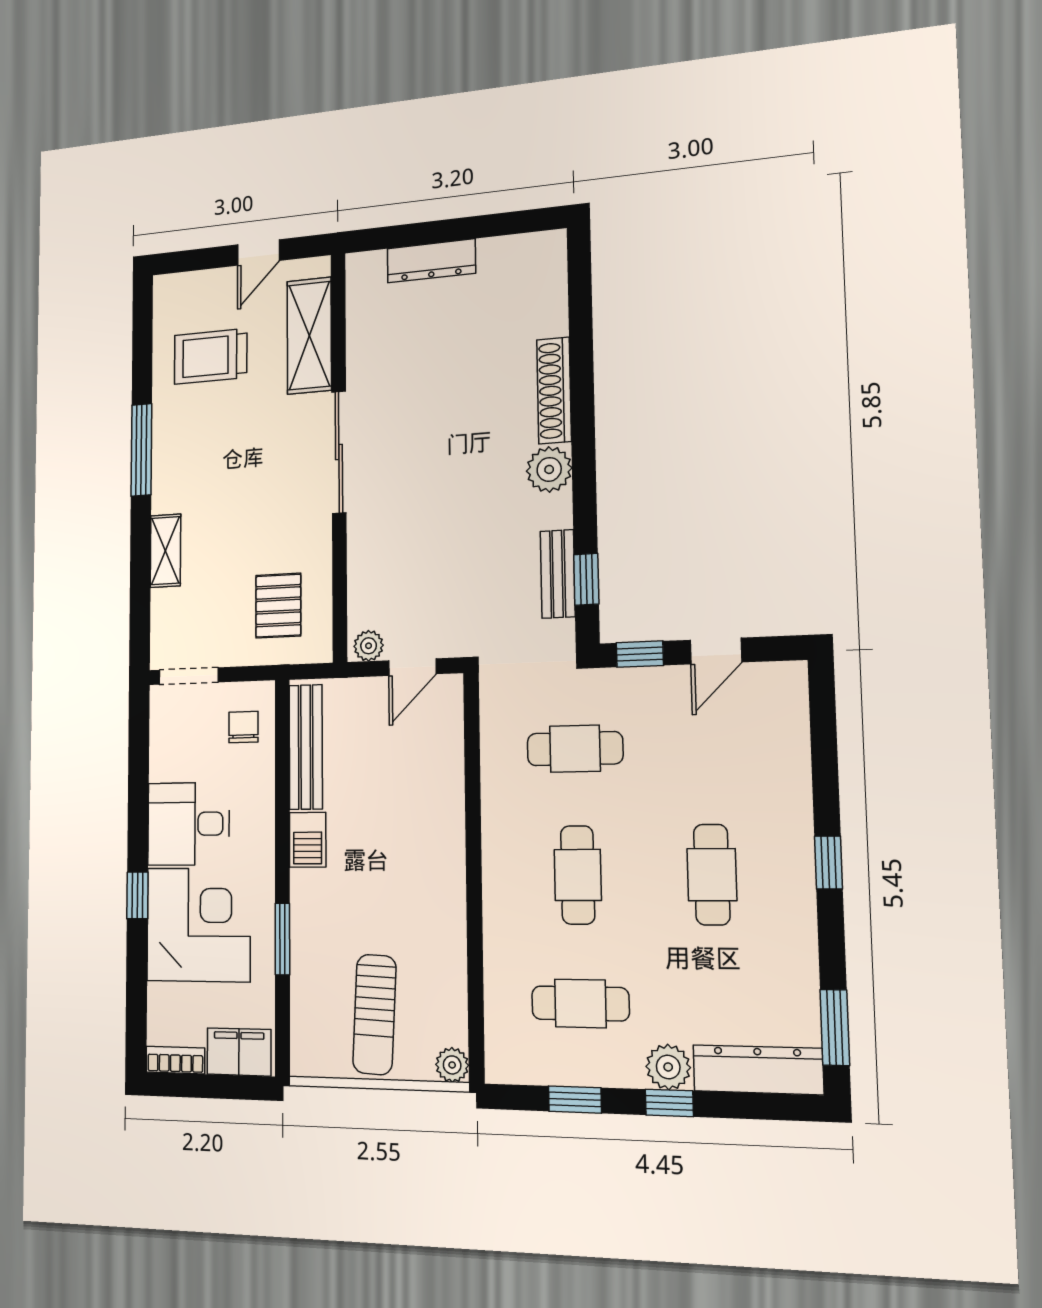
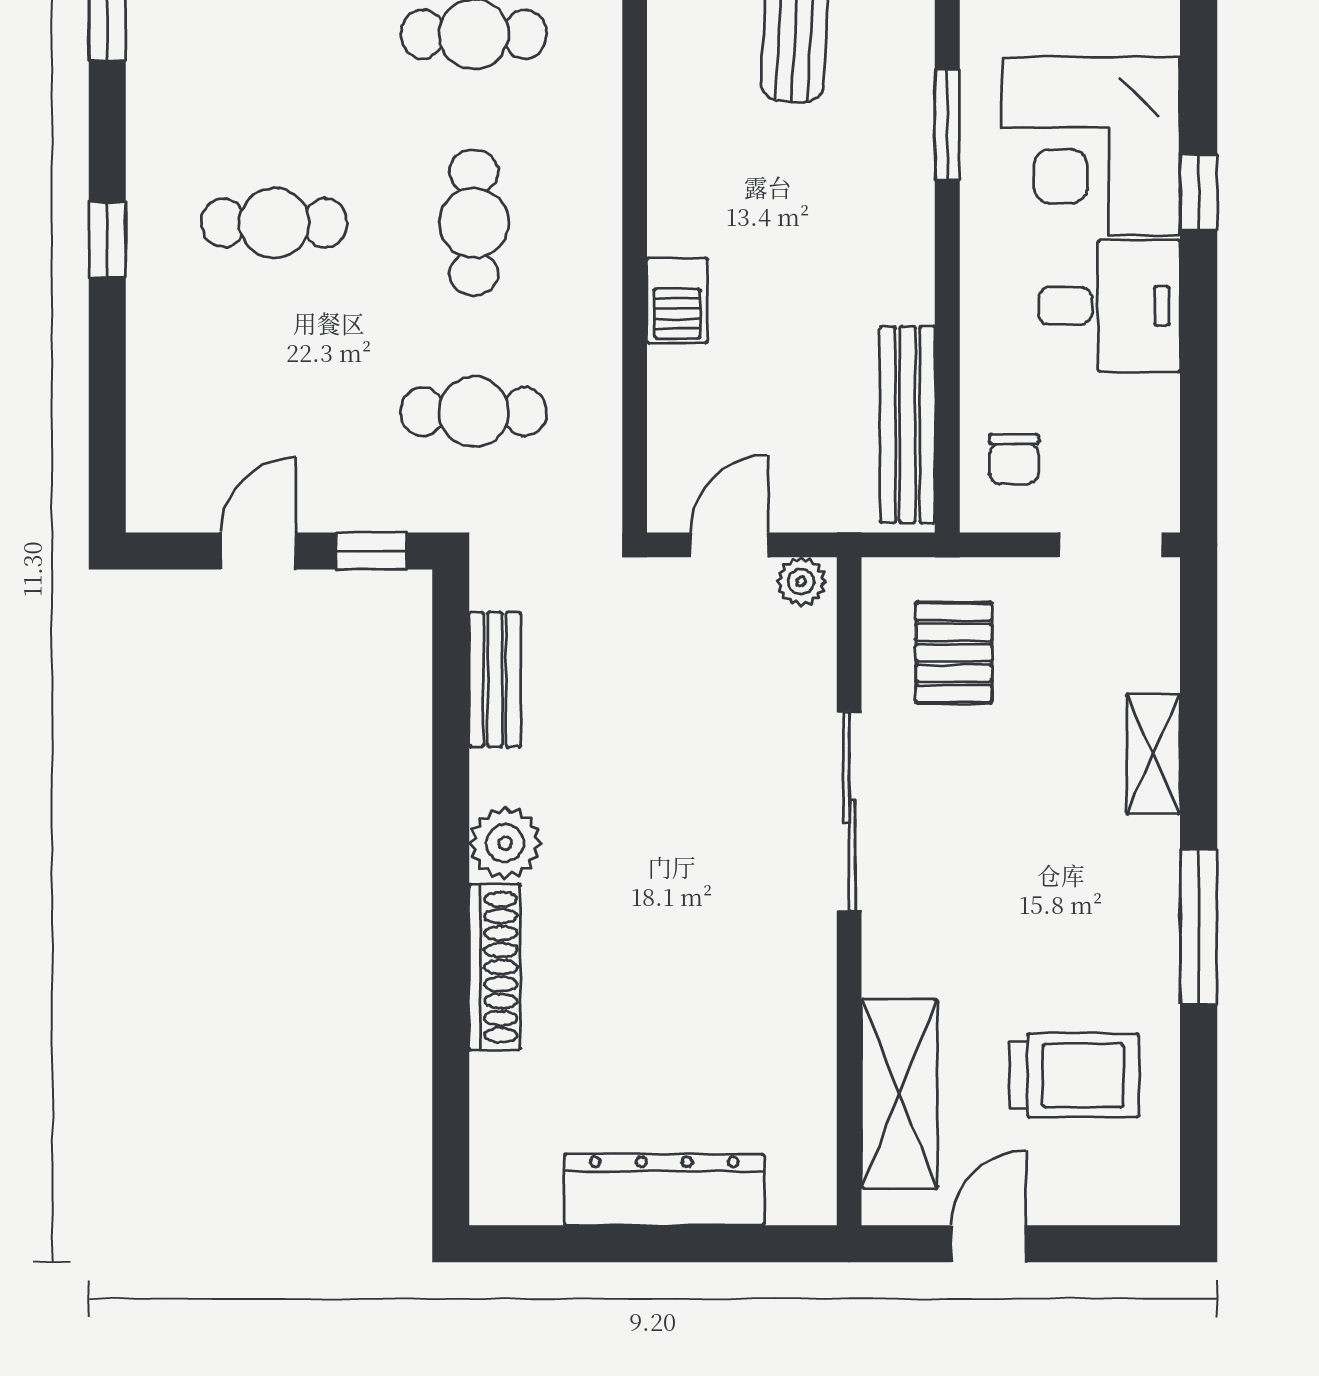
dresser: (431, 261) -> (664, 1190), width x1.37, depth x1.24
sliding door: (339, 452) -> (849, 812), moved
window: (586, 579) -> (451, 669), removed
barbecue: (308, 840) -> (677, 301), moved, turned 180
cafe table: (712, 875) -> (274, 223), turned 90

